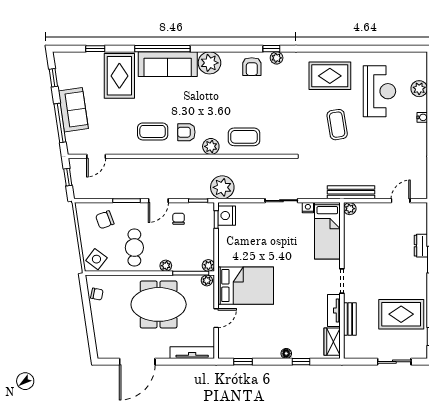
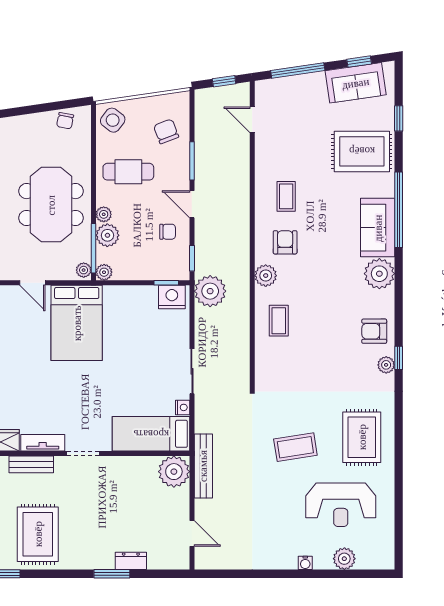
sofa: (168, 64) -> (378, 228), width x0.73
sofa: (73, 110) -> (356, 83), moved
coffee table: (153, 131) -> (286, 196), width x0.73, depth x0.77
coffee table: (244, 137) -> (279, 321), width x0.73, depth x0.77
plant: (350, 209) -> (174, 472), width x1.88, depth x1.88
plant: (181, 263) -> (107, 235), added

